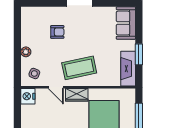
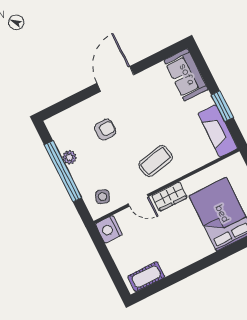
window: (17, 45) -> (63, 171), added
plant: (26, 52) -> (69, 157), moved
coffee table: (79, 68) -> (156, 161), width x0.73, depth x0.76

